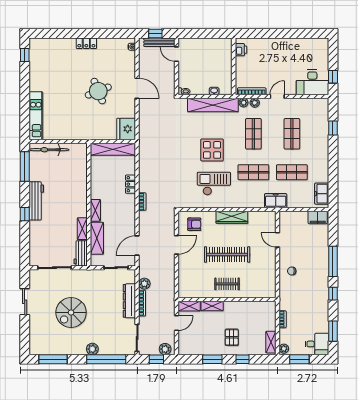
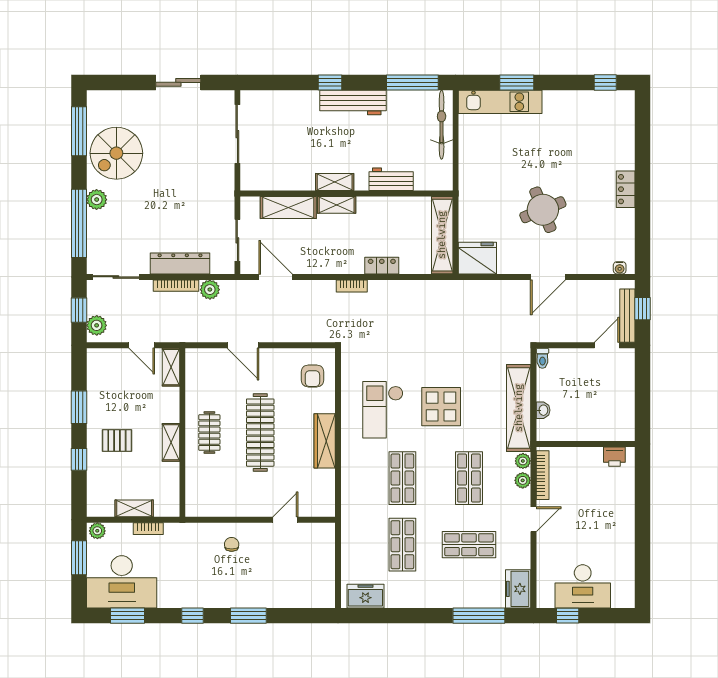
desk: (312, 82) -> (583, 586), moved, turned -90
door: (277, 97) -> (533, 519), hinge flipped
window: (25, 106) -> (517, 82), added
window: (333, 128) -> (479, 616), width x2.17
shop shelf: (253, 134) -> (469, 478), turned 90
checkout: (214, 184) -> (383, 410), turned 180
freezer: (276, 201) -> (518, 589), moved, turned 180
filing cabinet: (318, 218) -> (324, 589), removed
shelving: (82, 229) -> (335, 182), moved
door: (177, 245) -> (243, 345), moved
workbench: (81, 253) -> (391, 179), moved
window: (333, 261) -> (248, 616), width x0.69
shelving: (212, 306) -> (171, 442), moved
spiral stairs: (71, 312) -> (116, 153), moved, turned -90
shelving: (271, 342) -> (134, 508), moved
desk: (317, 344) -> (122, 582), width x1.87, depth x1.30

